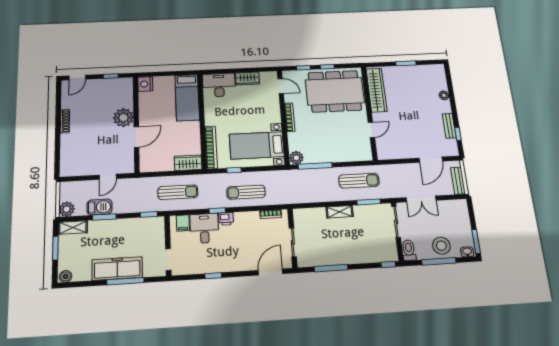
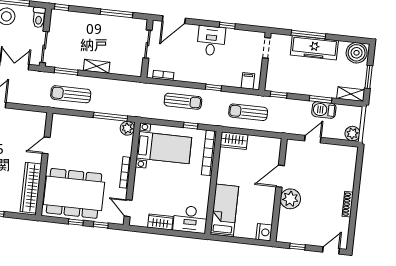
plant: (67, 209) -> (352, 134), moved
printer: (226, 219) -> (206, 78), removed
desk: (204, 228) -> (211, 41), moved, turned 180
boiler: (66, 276) -> (357, 53), width x1.86, depth x1.86

